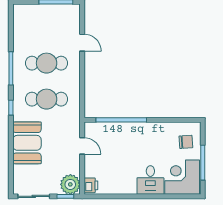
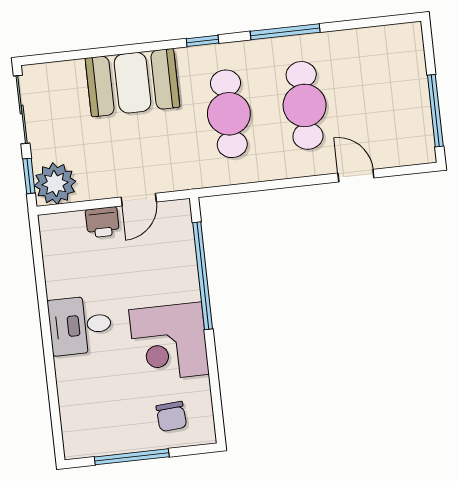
door: (82, 43) -> (356, 176), swing flipped
corner desk: (182, 177) -> (169, 342), moved, turned 180
desk: (150, 180) -> (80, 325), moved
printer: (91, 185) -> (102, 222), moved

